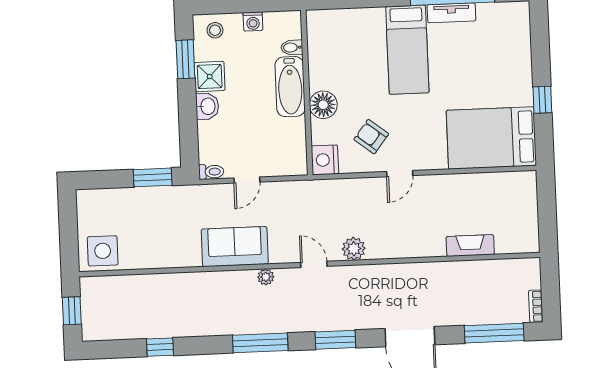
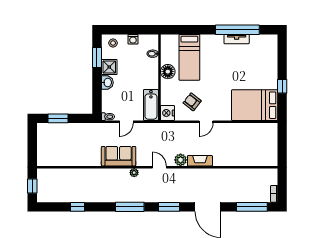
bed: (407, 50) -> (189, 57), moved
bathtub: (290, 87) -> (151, 105), moved
floor lamp: (323, 105) -> (168, 72), moved
window: (153, 177) -> (58, 118), moved
fireplace: (470, 246) -> (200, 161), moved
side table: (103, 251) -> (50, 156), removed

